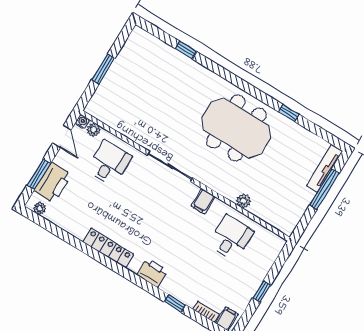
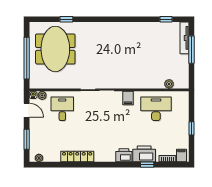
window: (103, 69) -> (27, 58), width x2.11
window: (289, 113) -> (166, 19), moved
meeting table: (236, 128) -> (55, 49), moved, turned 90
printer: (53, 183) -> (144, 154), moved, turned -90
plant: (243, 201) -> (169, 84), moved
desk: (231, 238) -> (156, 109), width x1.37
locker: (108, 248) -> (77, 157), moved

